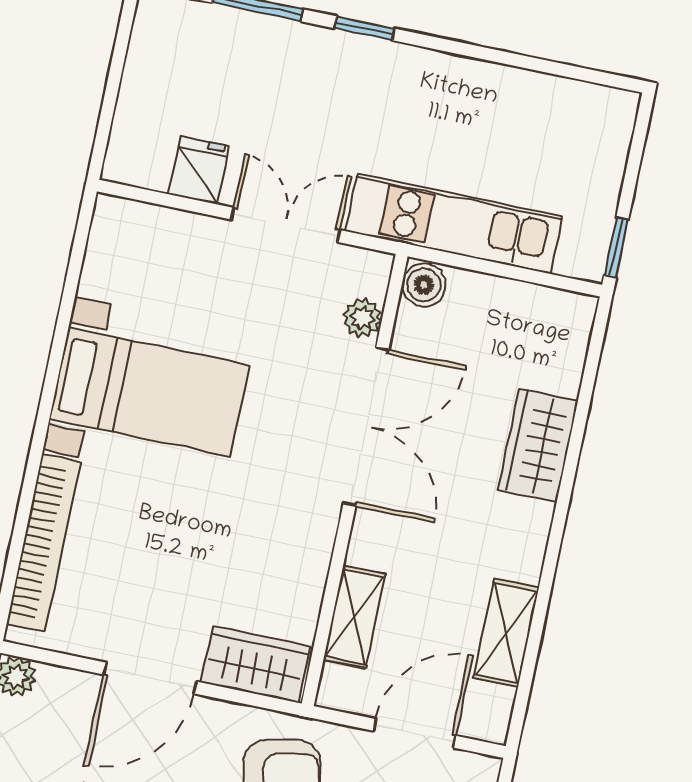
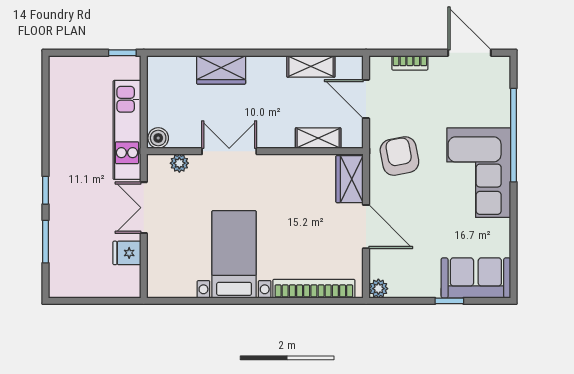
double door: (366, 427) -> (229, 151), width x0.73

